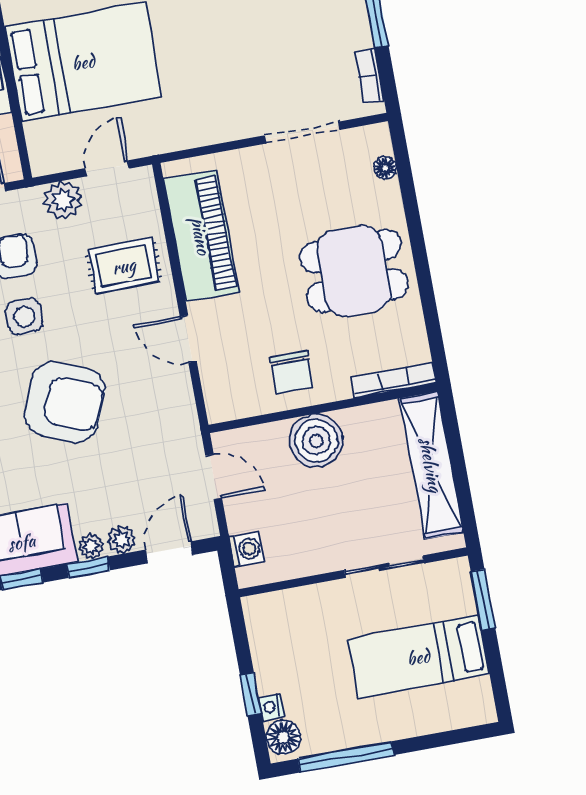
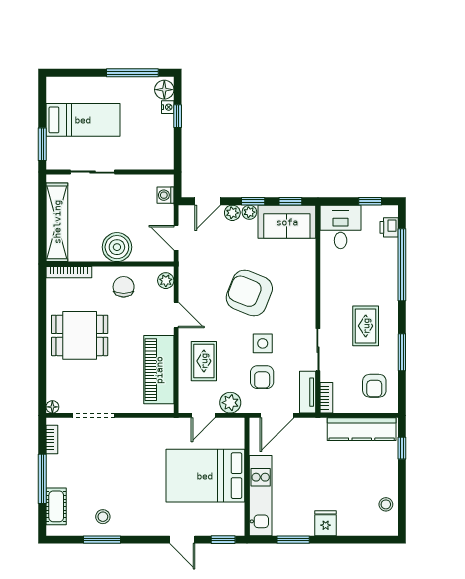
floor lamp: (385, 168) -> (52, 407), moved
rug: (124, 266) -> (204, 361), turned 90
plant: (218, 397) -> (166, 281), added

